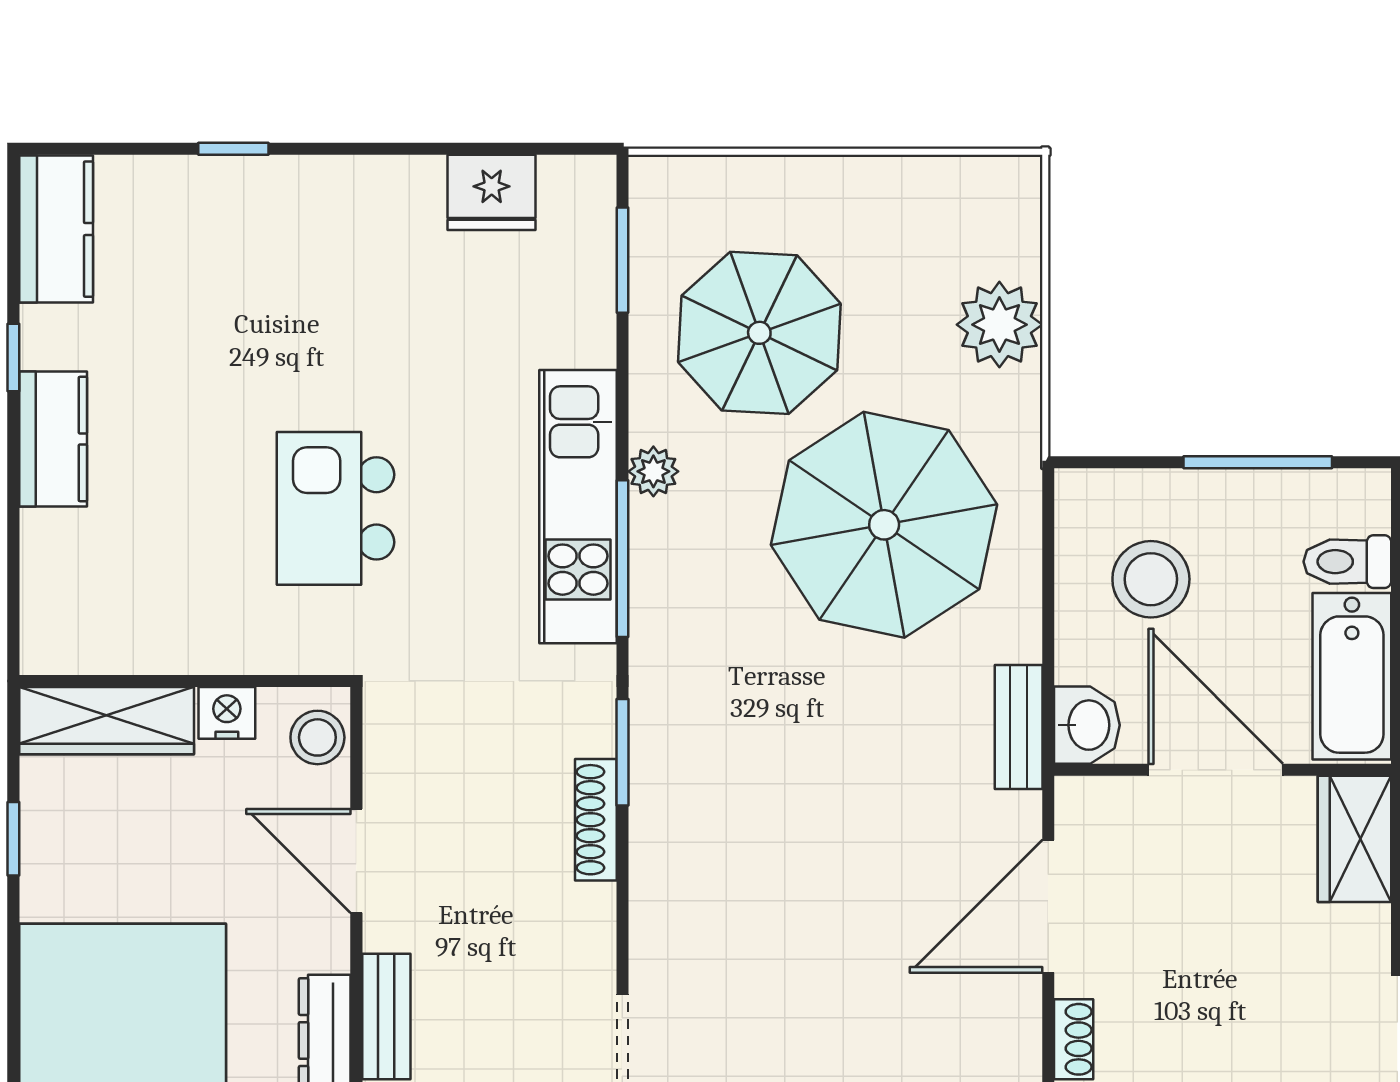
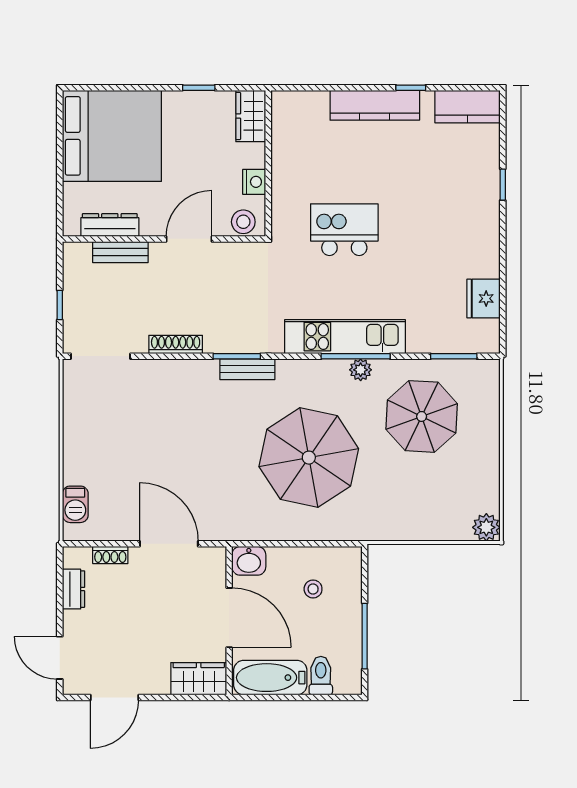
plant: (999, 325) -> (486, 527), moved, width x0.73, depth x0.73
kitchen counter: (53, 439) -> (375, 105), width x1.50
parasol: (884, 525) -> (309, 458), moved
window: (622, 559) -> (356, 356), moved
stool: (1151, 579) -> (313, 589), width x0.53, depth x0.53
wardrobe: (107, 721) -> (251, 116), width x0.67
bench: (1019, 727) -> (247, 369), moved
door: (1216, 770) -> (229, 618), hinge flipped
shoe rack: (596, 820) -> (176, 344), moved

